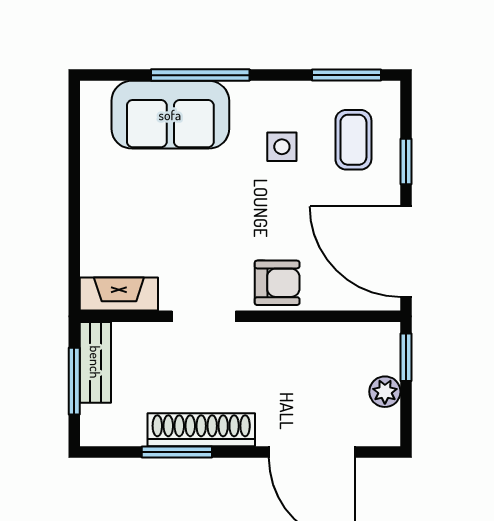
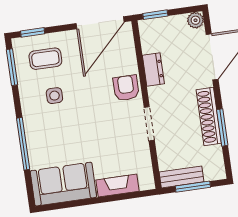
sofa: (170, 115) -> (63, 184), moved, turned -90
window: (406, 162) -> (33, 32), moved
fireplace: (119, 294) -> (117, 186), moved, turned 90
dresser: (304, 339) -> (153, 69), added
plant: (385, 392) -> (195, 20), moved

